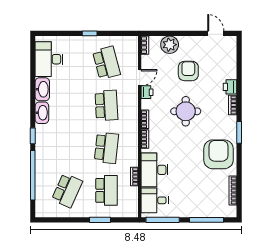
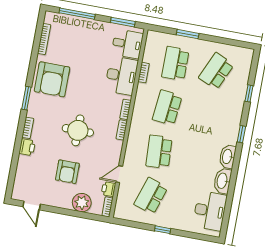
school desk: (106, 63) -> (151, 196), turned 33
printer: (147, 92) -> (108, 189), moved
window: (33, 175) -> (249, 93), width x0.32
window: (163, 220) -> (123, 22), width x0.69

